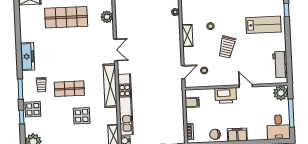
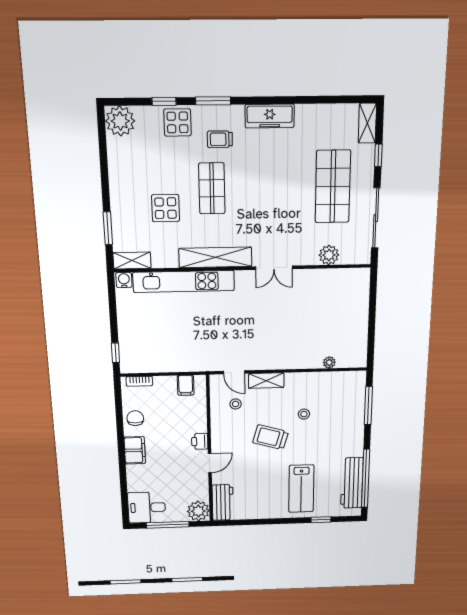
shelving: (187, 36) -> (266, 381), moved
workbench: (280, 64) -> (223, 502), moved, turned 90
printer: (226, 96) -> (200, 441), width x0.53, depth x0.68

